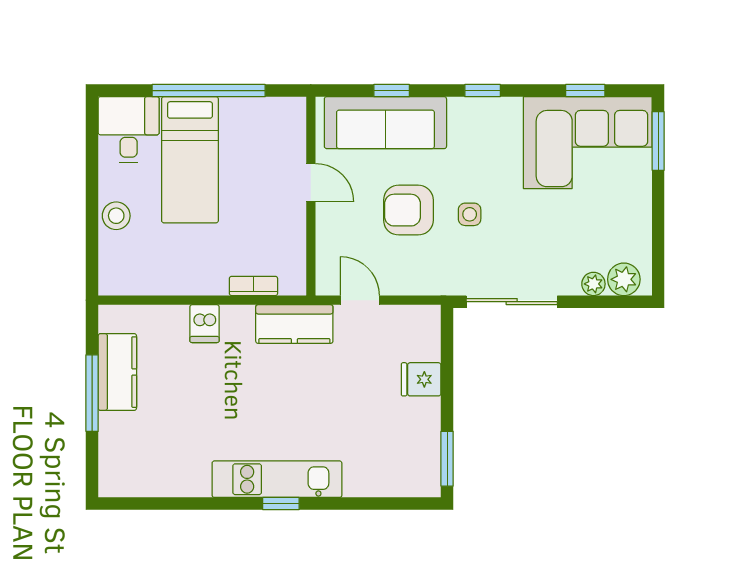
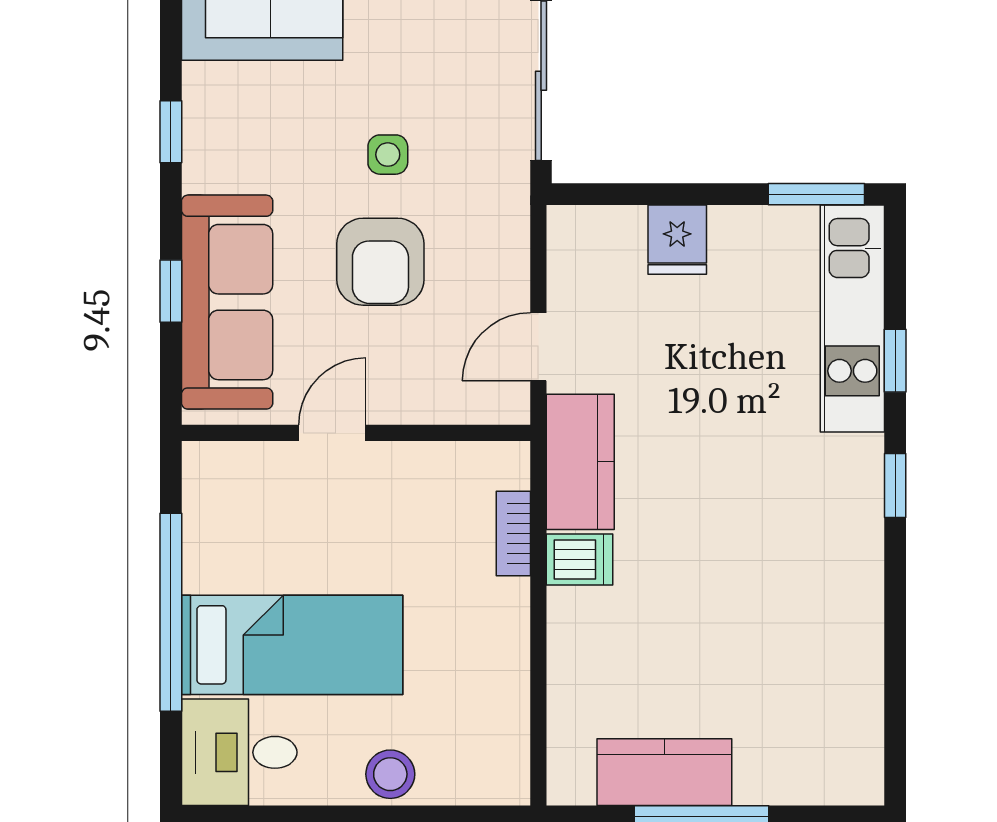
dishwasher: (205, 324) -> (579, 560), moved
kitchen unit: (277, 479) -> (852, 319), moved
window: (352, 504) -> (895, 361), added

